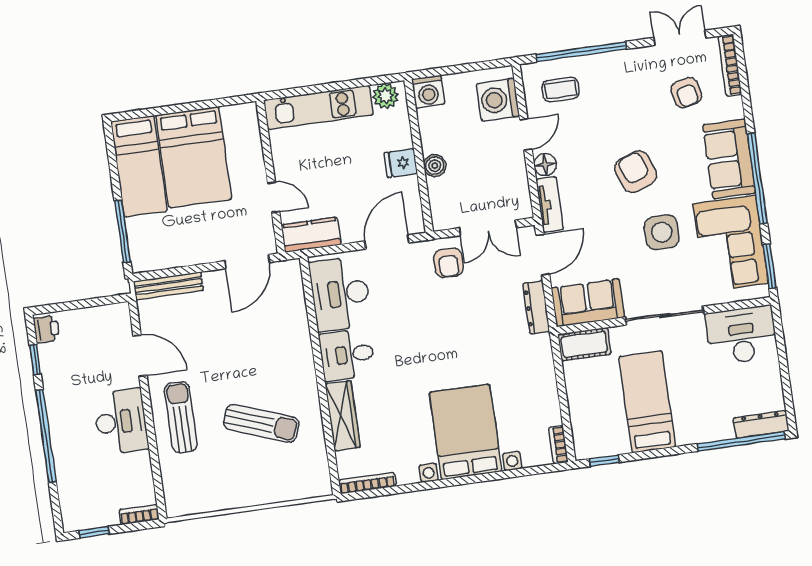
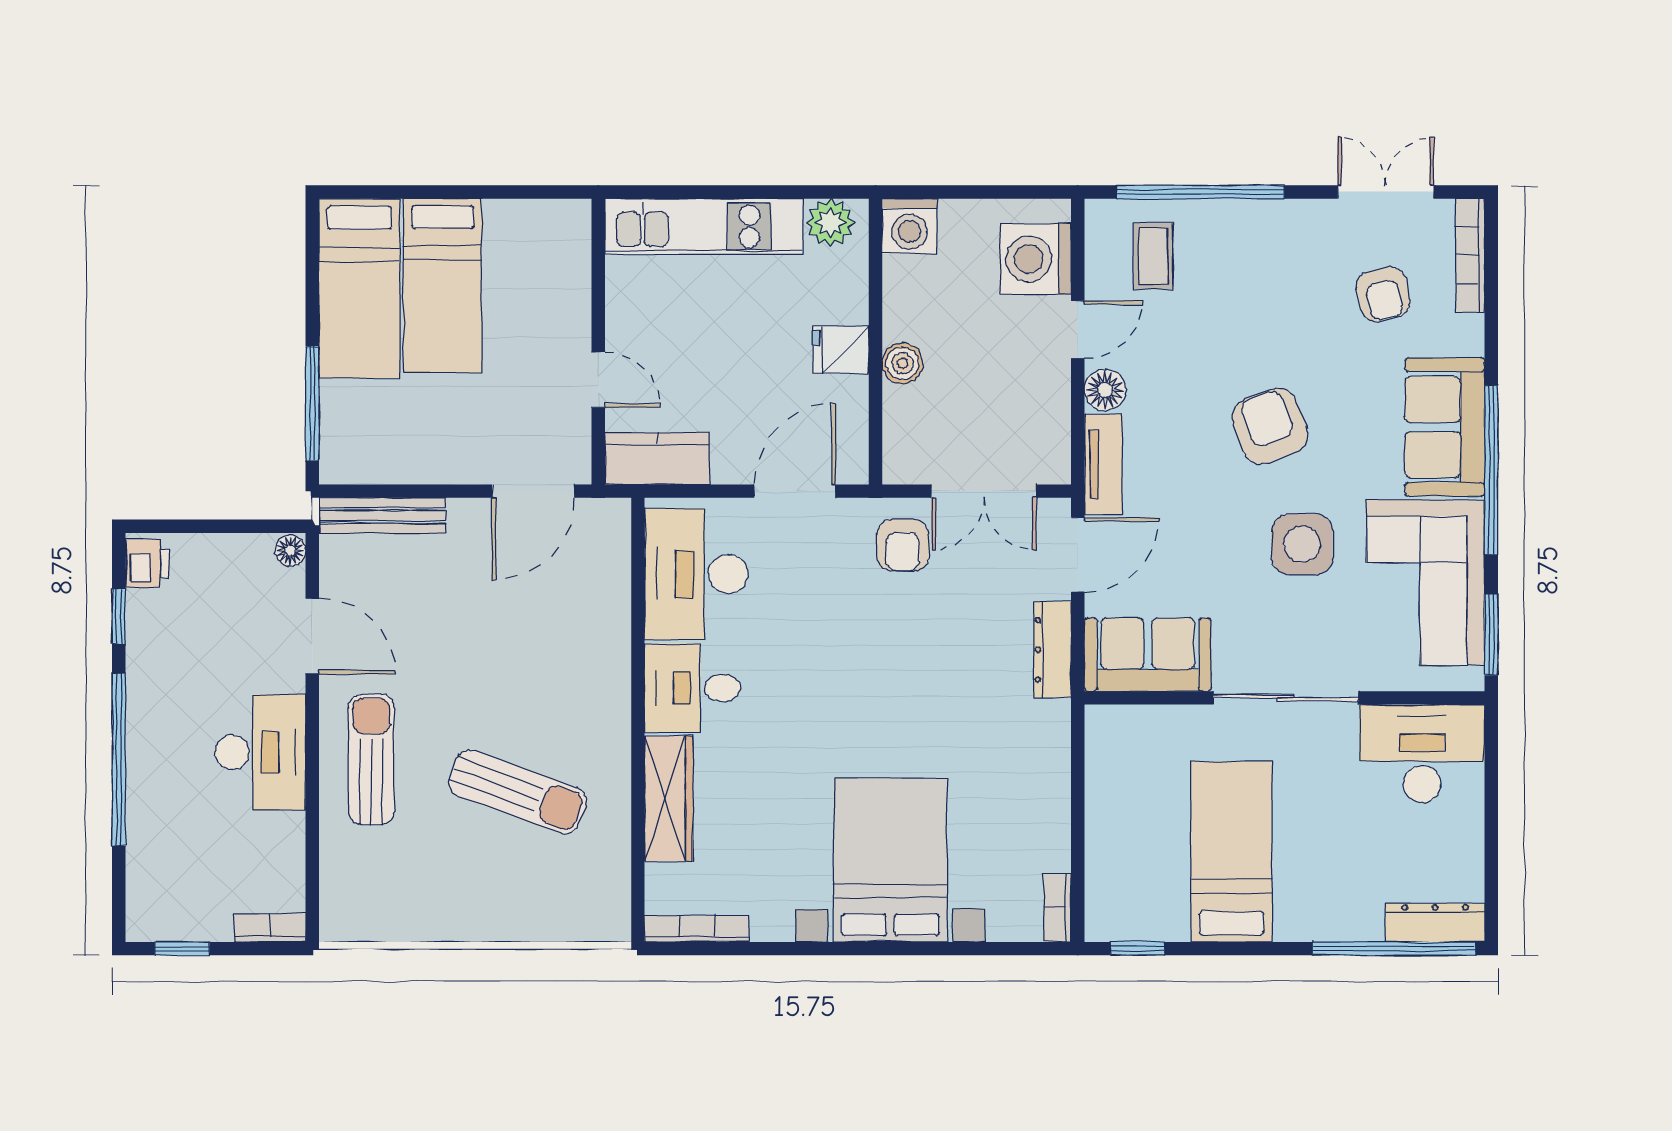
coffee table: (561, 90) -> (1153, 256), turned 90
bed: (194, 157) -> (443, 286), width x0.67
floor lamp: (122, 312) -> (290, 551), added
cot: (584, 344) -> (1131, 730), removed

